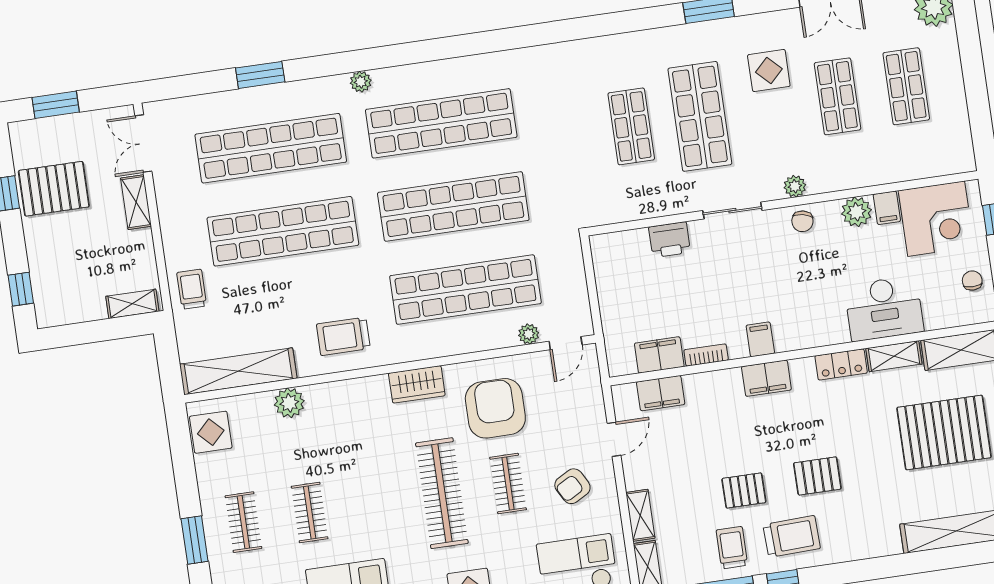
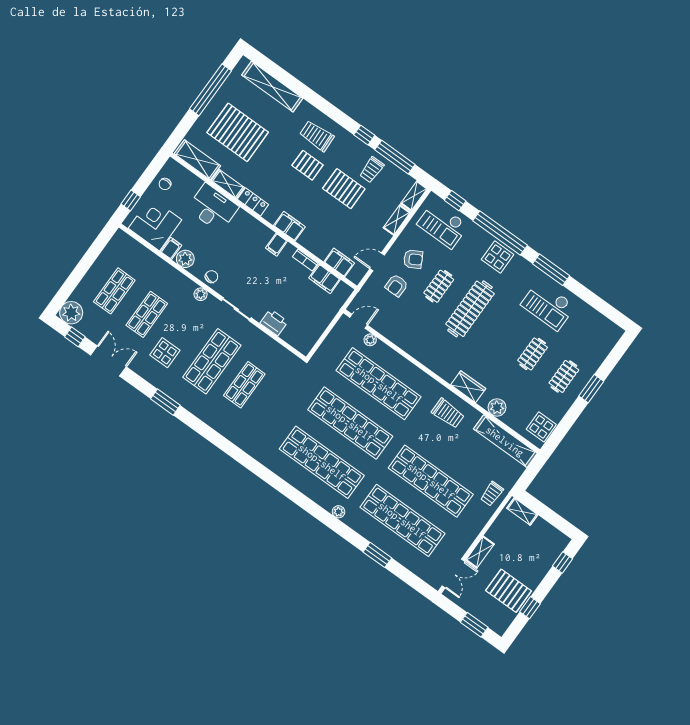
wardrobe: (417, 384) -> (468, 387), moved
armchair: (495, 408) -> (396, 286), moved, width x0.53, depth x0.53
pallet: (744, 490) -> (344, 189), width x1.50, depth x1.42
trolley: (792, 536) -> (317, 136), moved

